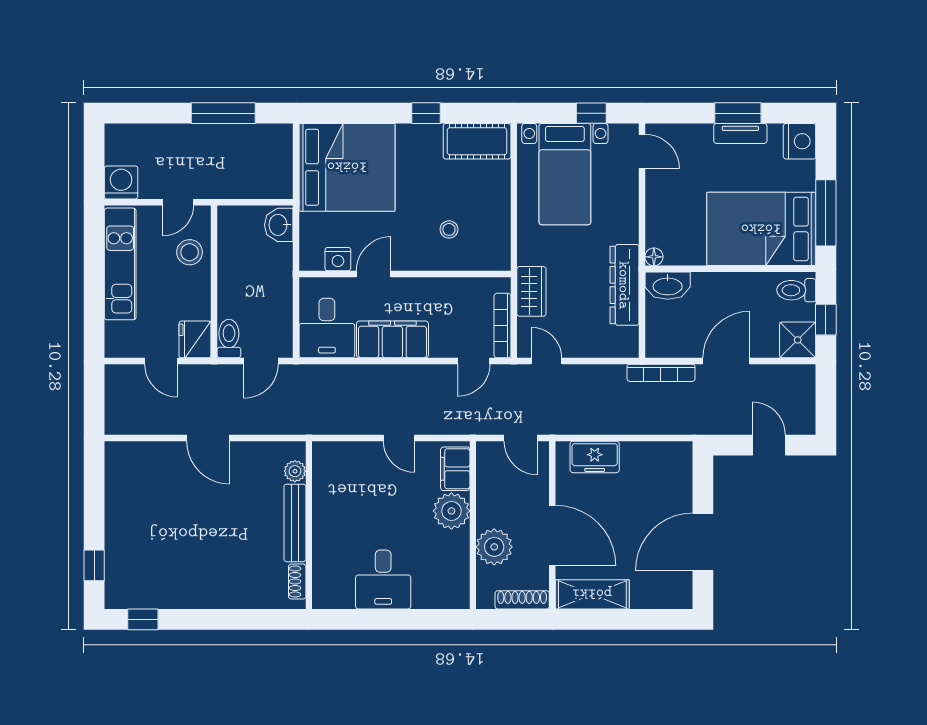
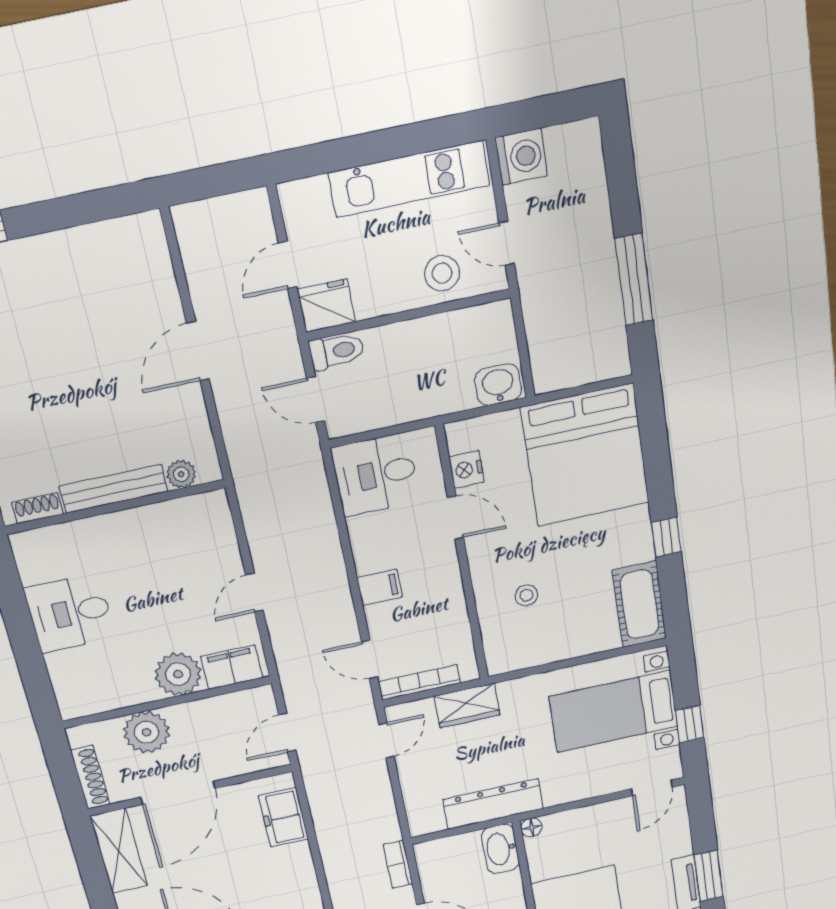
filing cabinet: (392, 339) -> (379, 587), width x0.33, depth x0.86
bookcase: (661, 373) -> (398, 864), width x0.64

